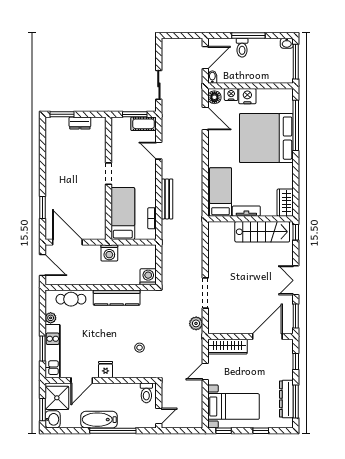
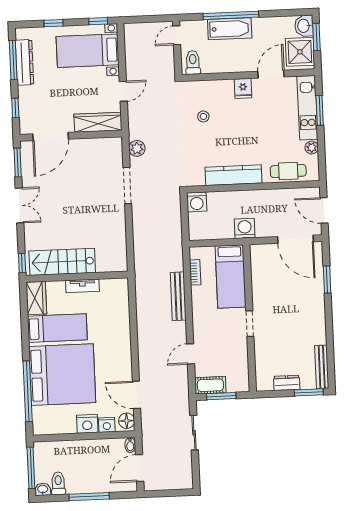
toilet: (242, 48) -> (58, 483), moved
bench: (50, 135) -> (322, 367), added
door: (159, 151) -> (191, 354), swing flipped
bed: (220, 192) -> (57, 328), moved, turned -90
bathtub: (99, 420) -> (230, 29), moved

